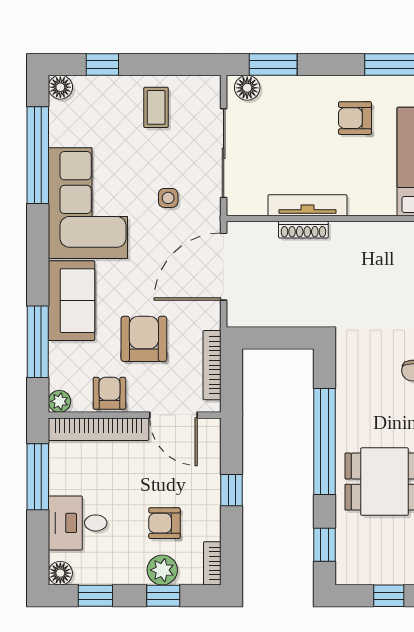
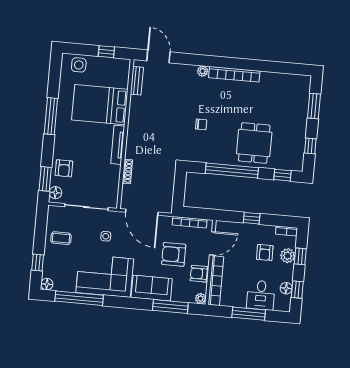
armchair: (355, 118) -> (64, 168), moved
tv unit: (307, 205) -> (118, 145), moved
window: (38, 477) -> (249, 314), moved
floor lamp: (60, 573) -> (286, 288), moved

